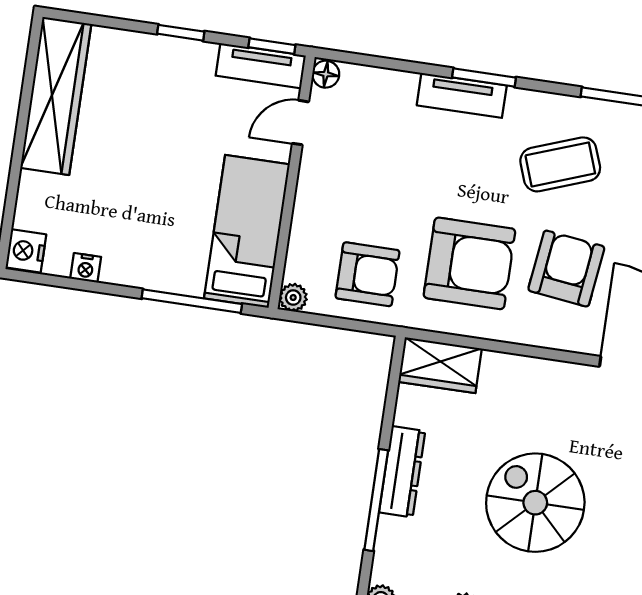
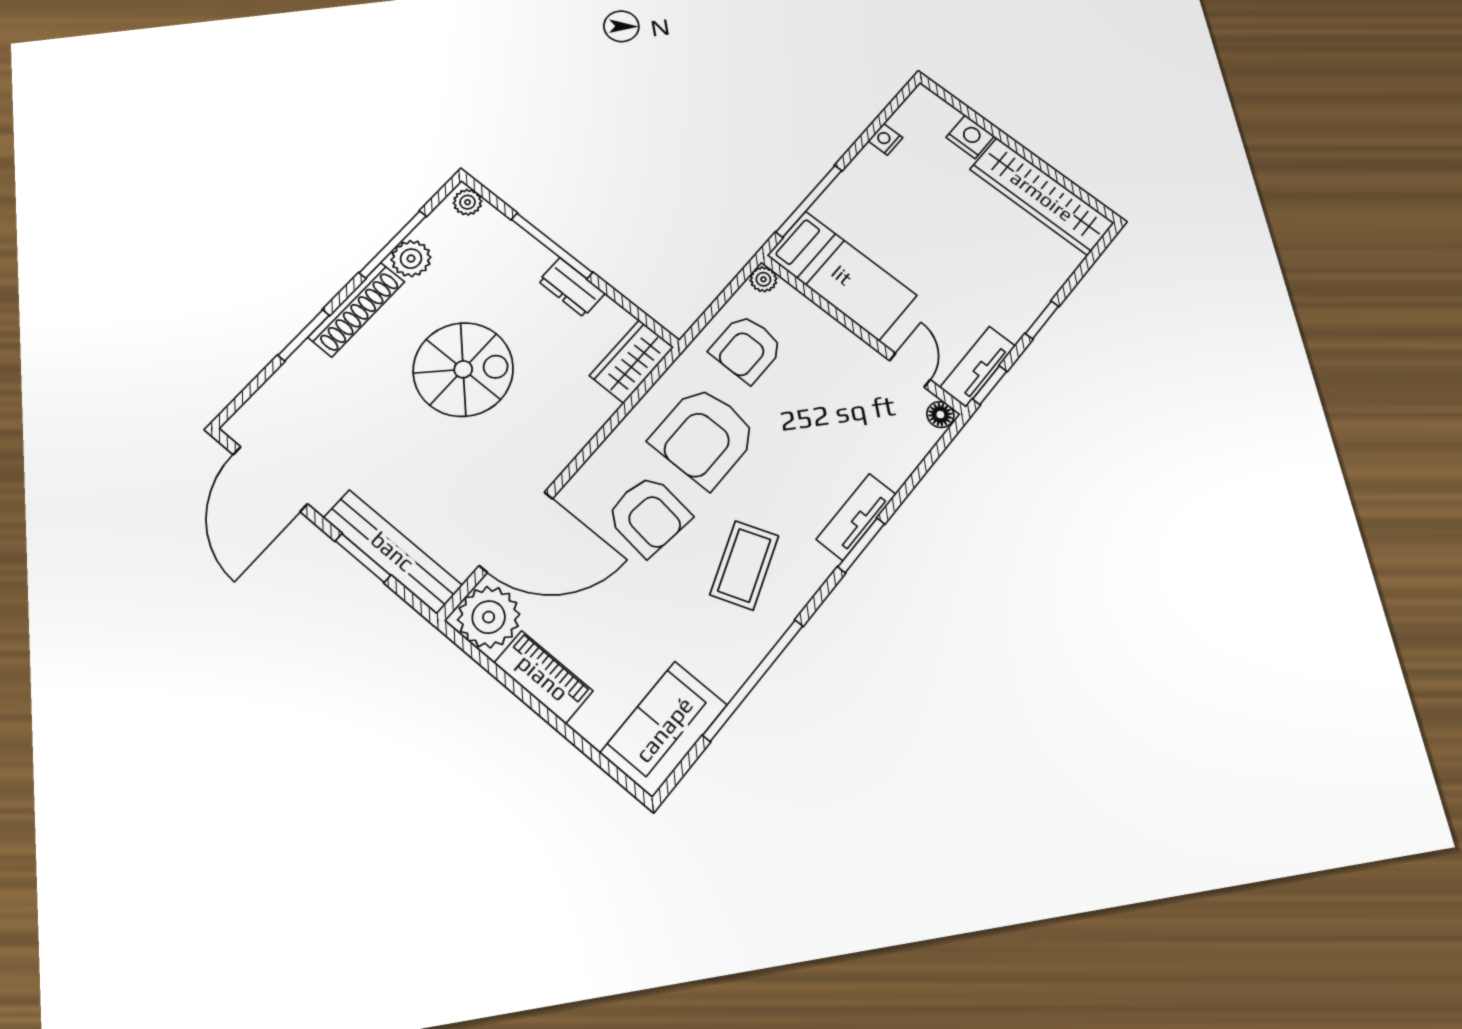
nightstand: (26, 251) -> (970, 137), moved
dresser: (402, 472) -> (572, 287), width x0.70

